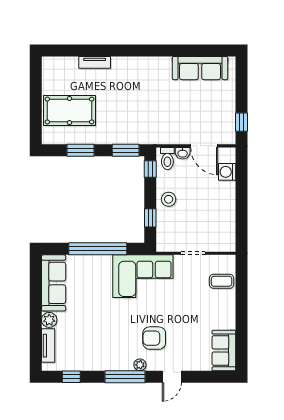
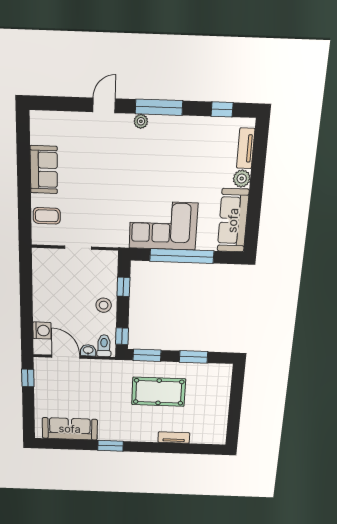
window: (158, 50) -> (111, 446), added
pool table: (69, 111) -> (159, 392), moved
corner sofa: (143, 276) -> (163, 226), moved
armchair: (154, 338) -> (123, 153), removed
sofa: (224, 350) -> (44, 170), moved

